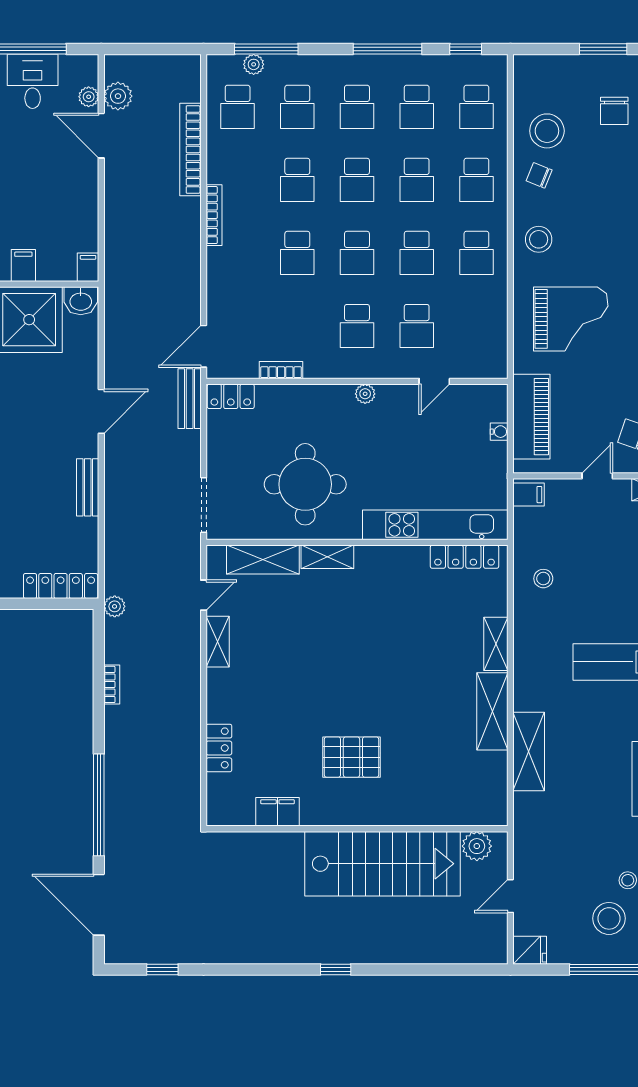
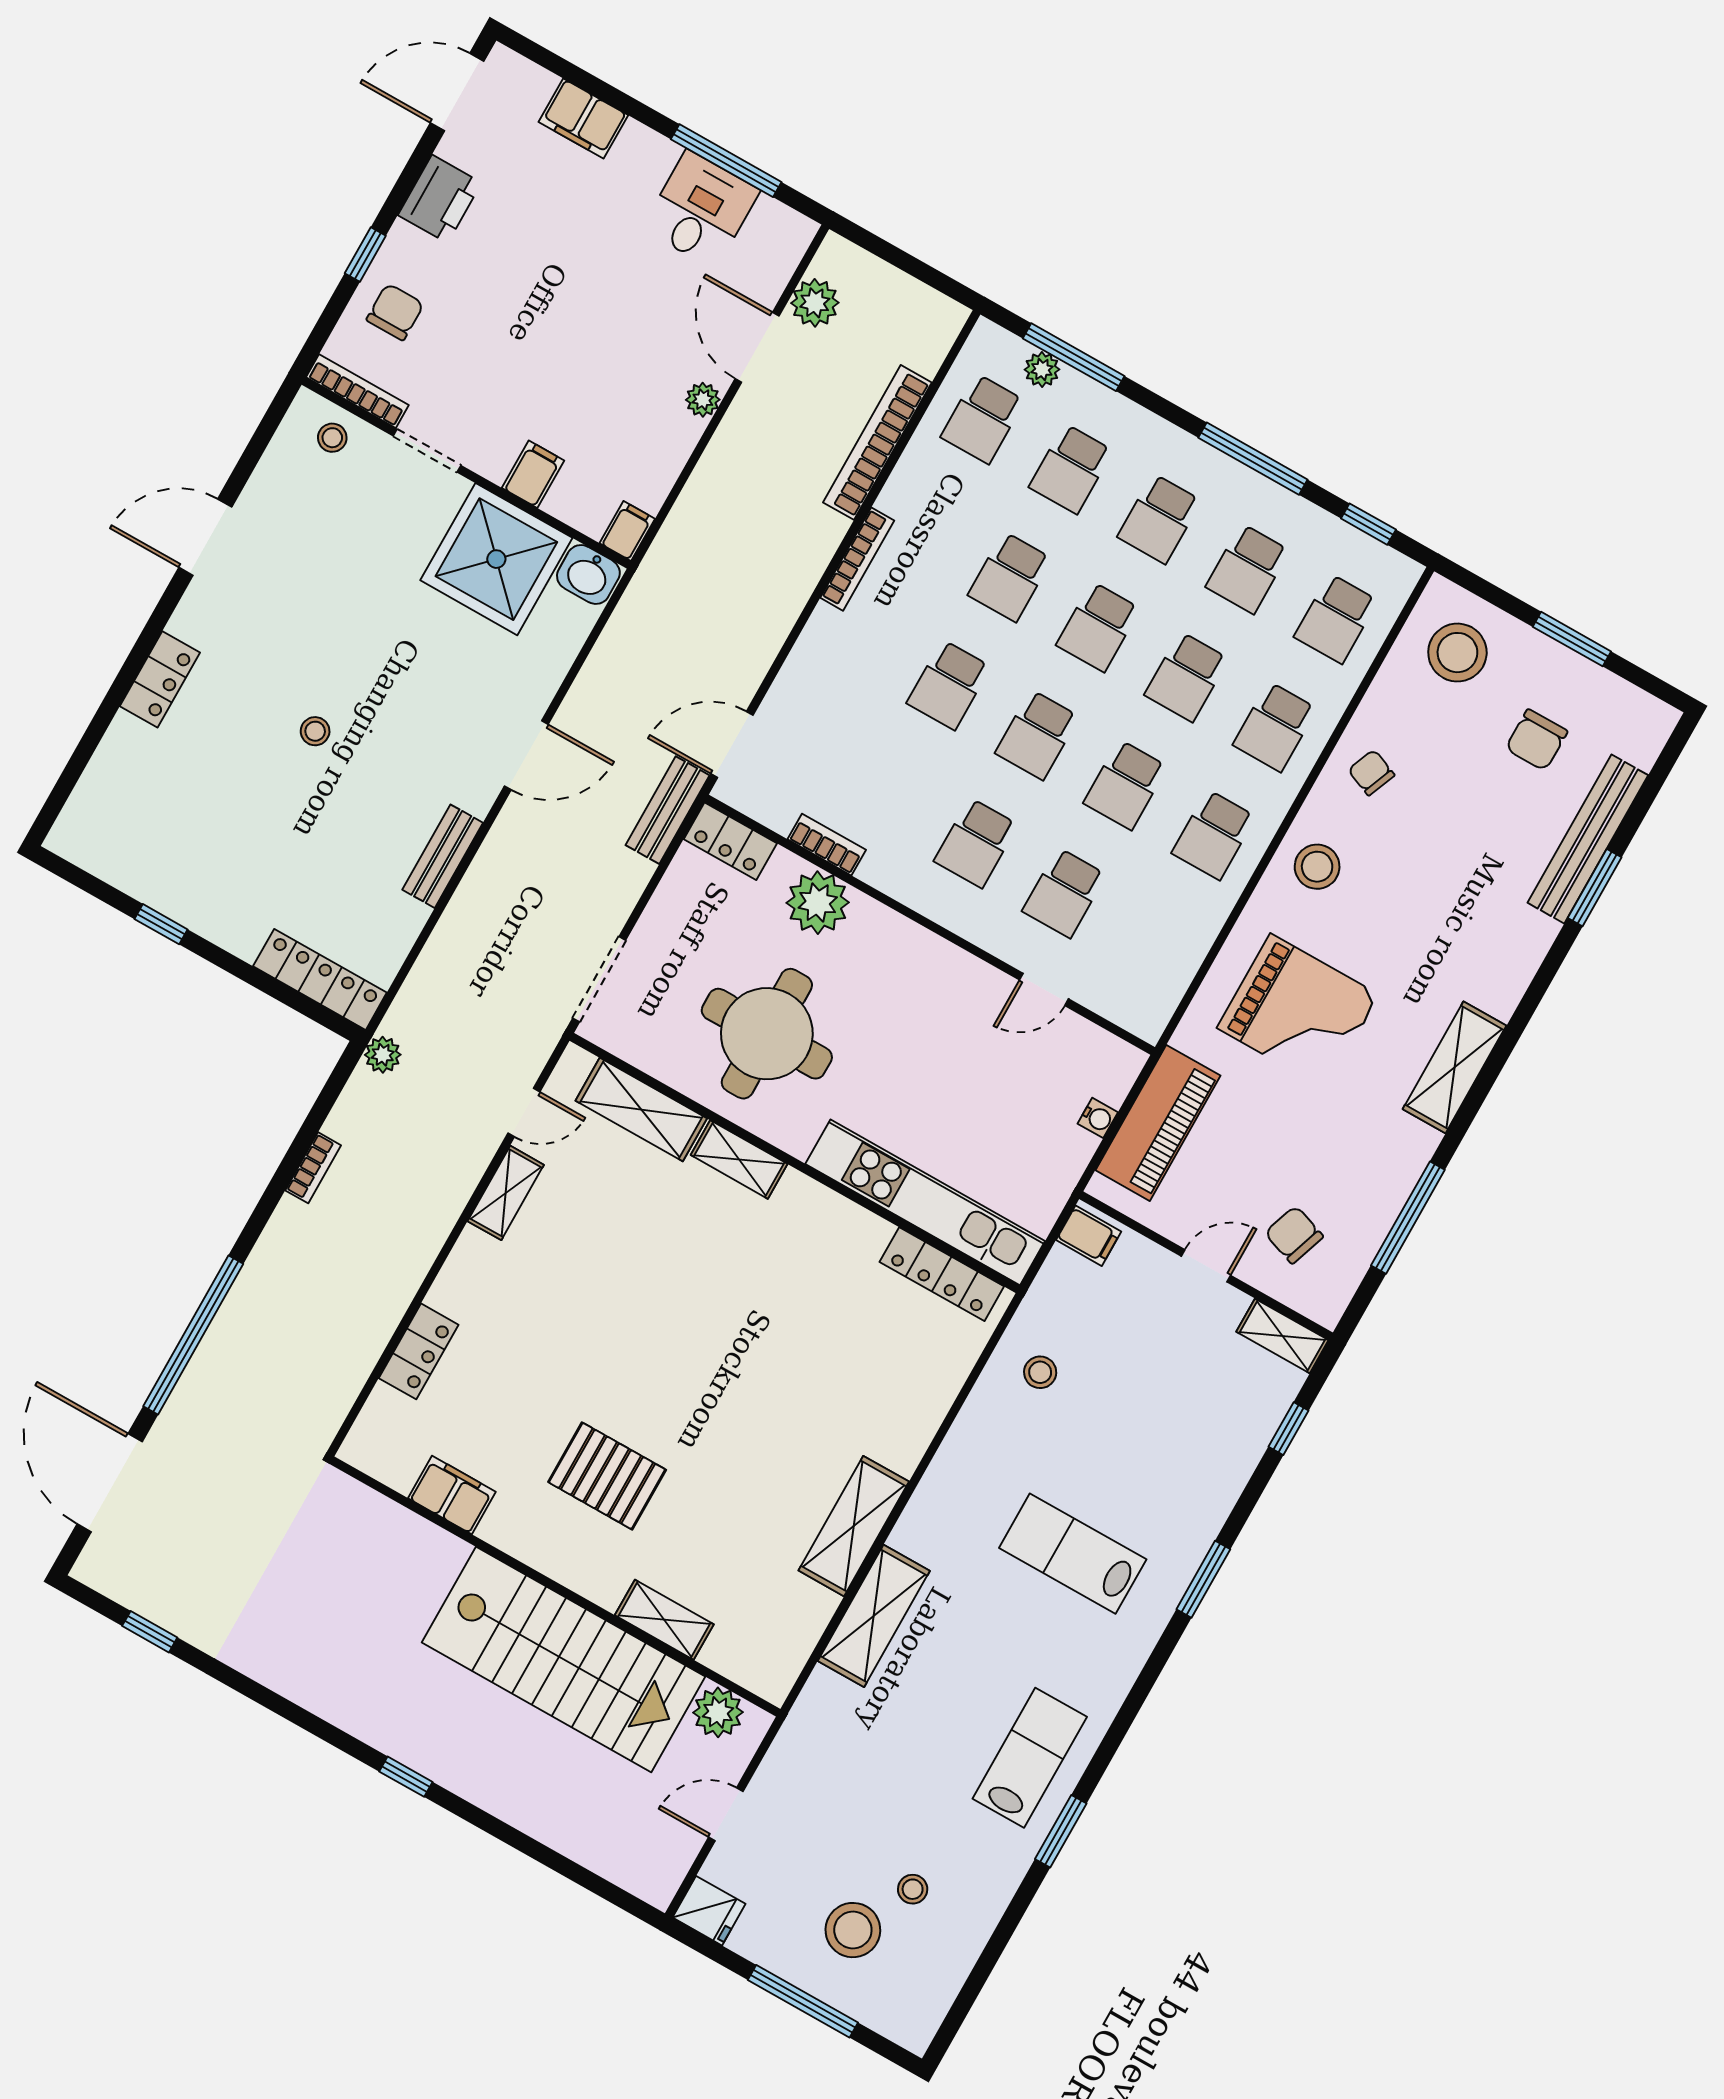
plant: (89, 97) -> (703, 400), moved
stool: (547, 131) -> (1457, 653), moved
plant: (365, 394) -> (818, 903), moved, width x1.88, depth x1.88
shelving: (496, 644) -> (664, 1620), moved, turned 90

